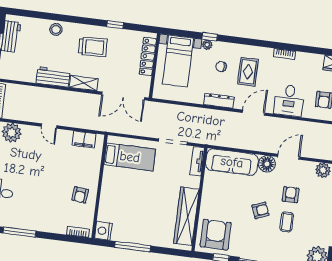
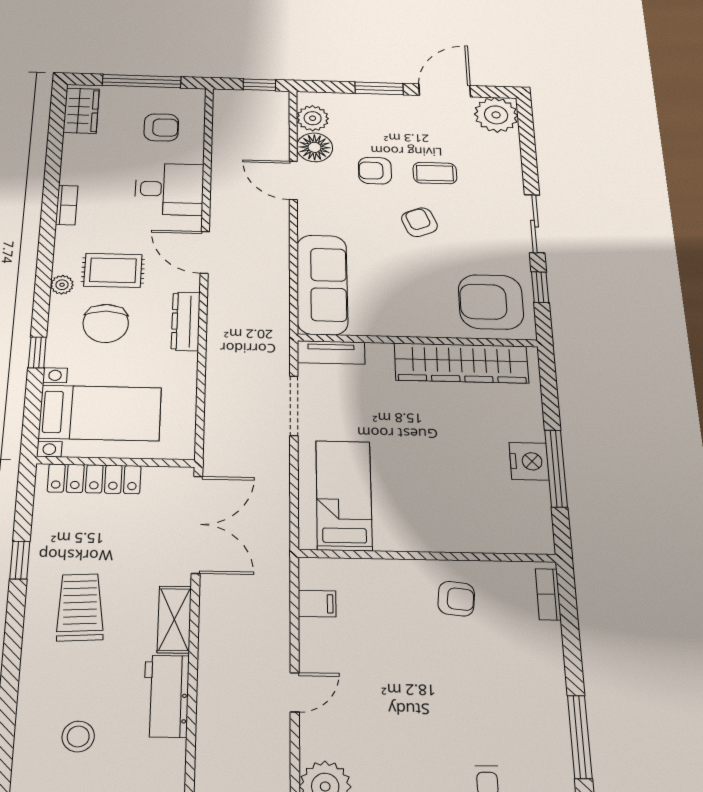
stool: (56, 29) -> (78, 736), moved
plant: (207, 45) -> (62, 285), moved
chair: (221, 67) -> (106, 323), width x1.87, depth x1.87
filing cabinet: (84, 140) -> (317, 604), width x0.50
floor lamp: (267, 164) -> (315, 147), moved
nightstand: (103, 231) -> (529, 461), moved, turned -90

